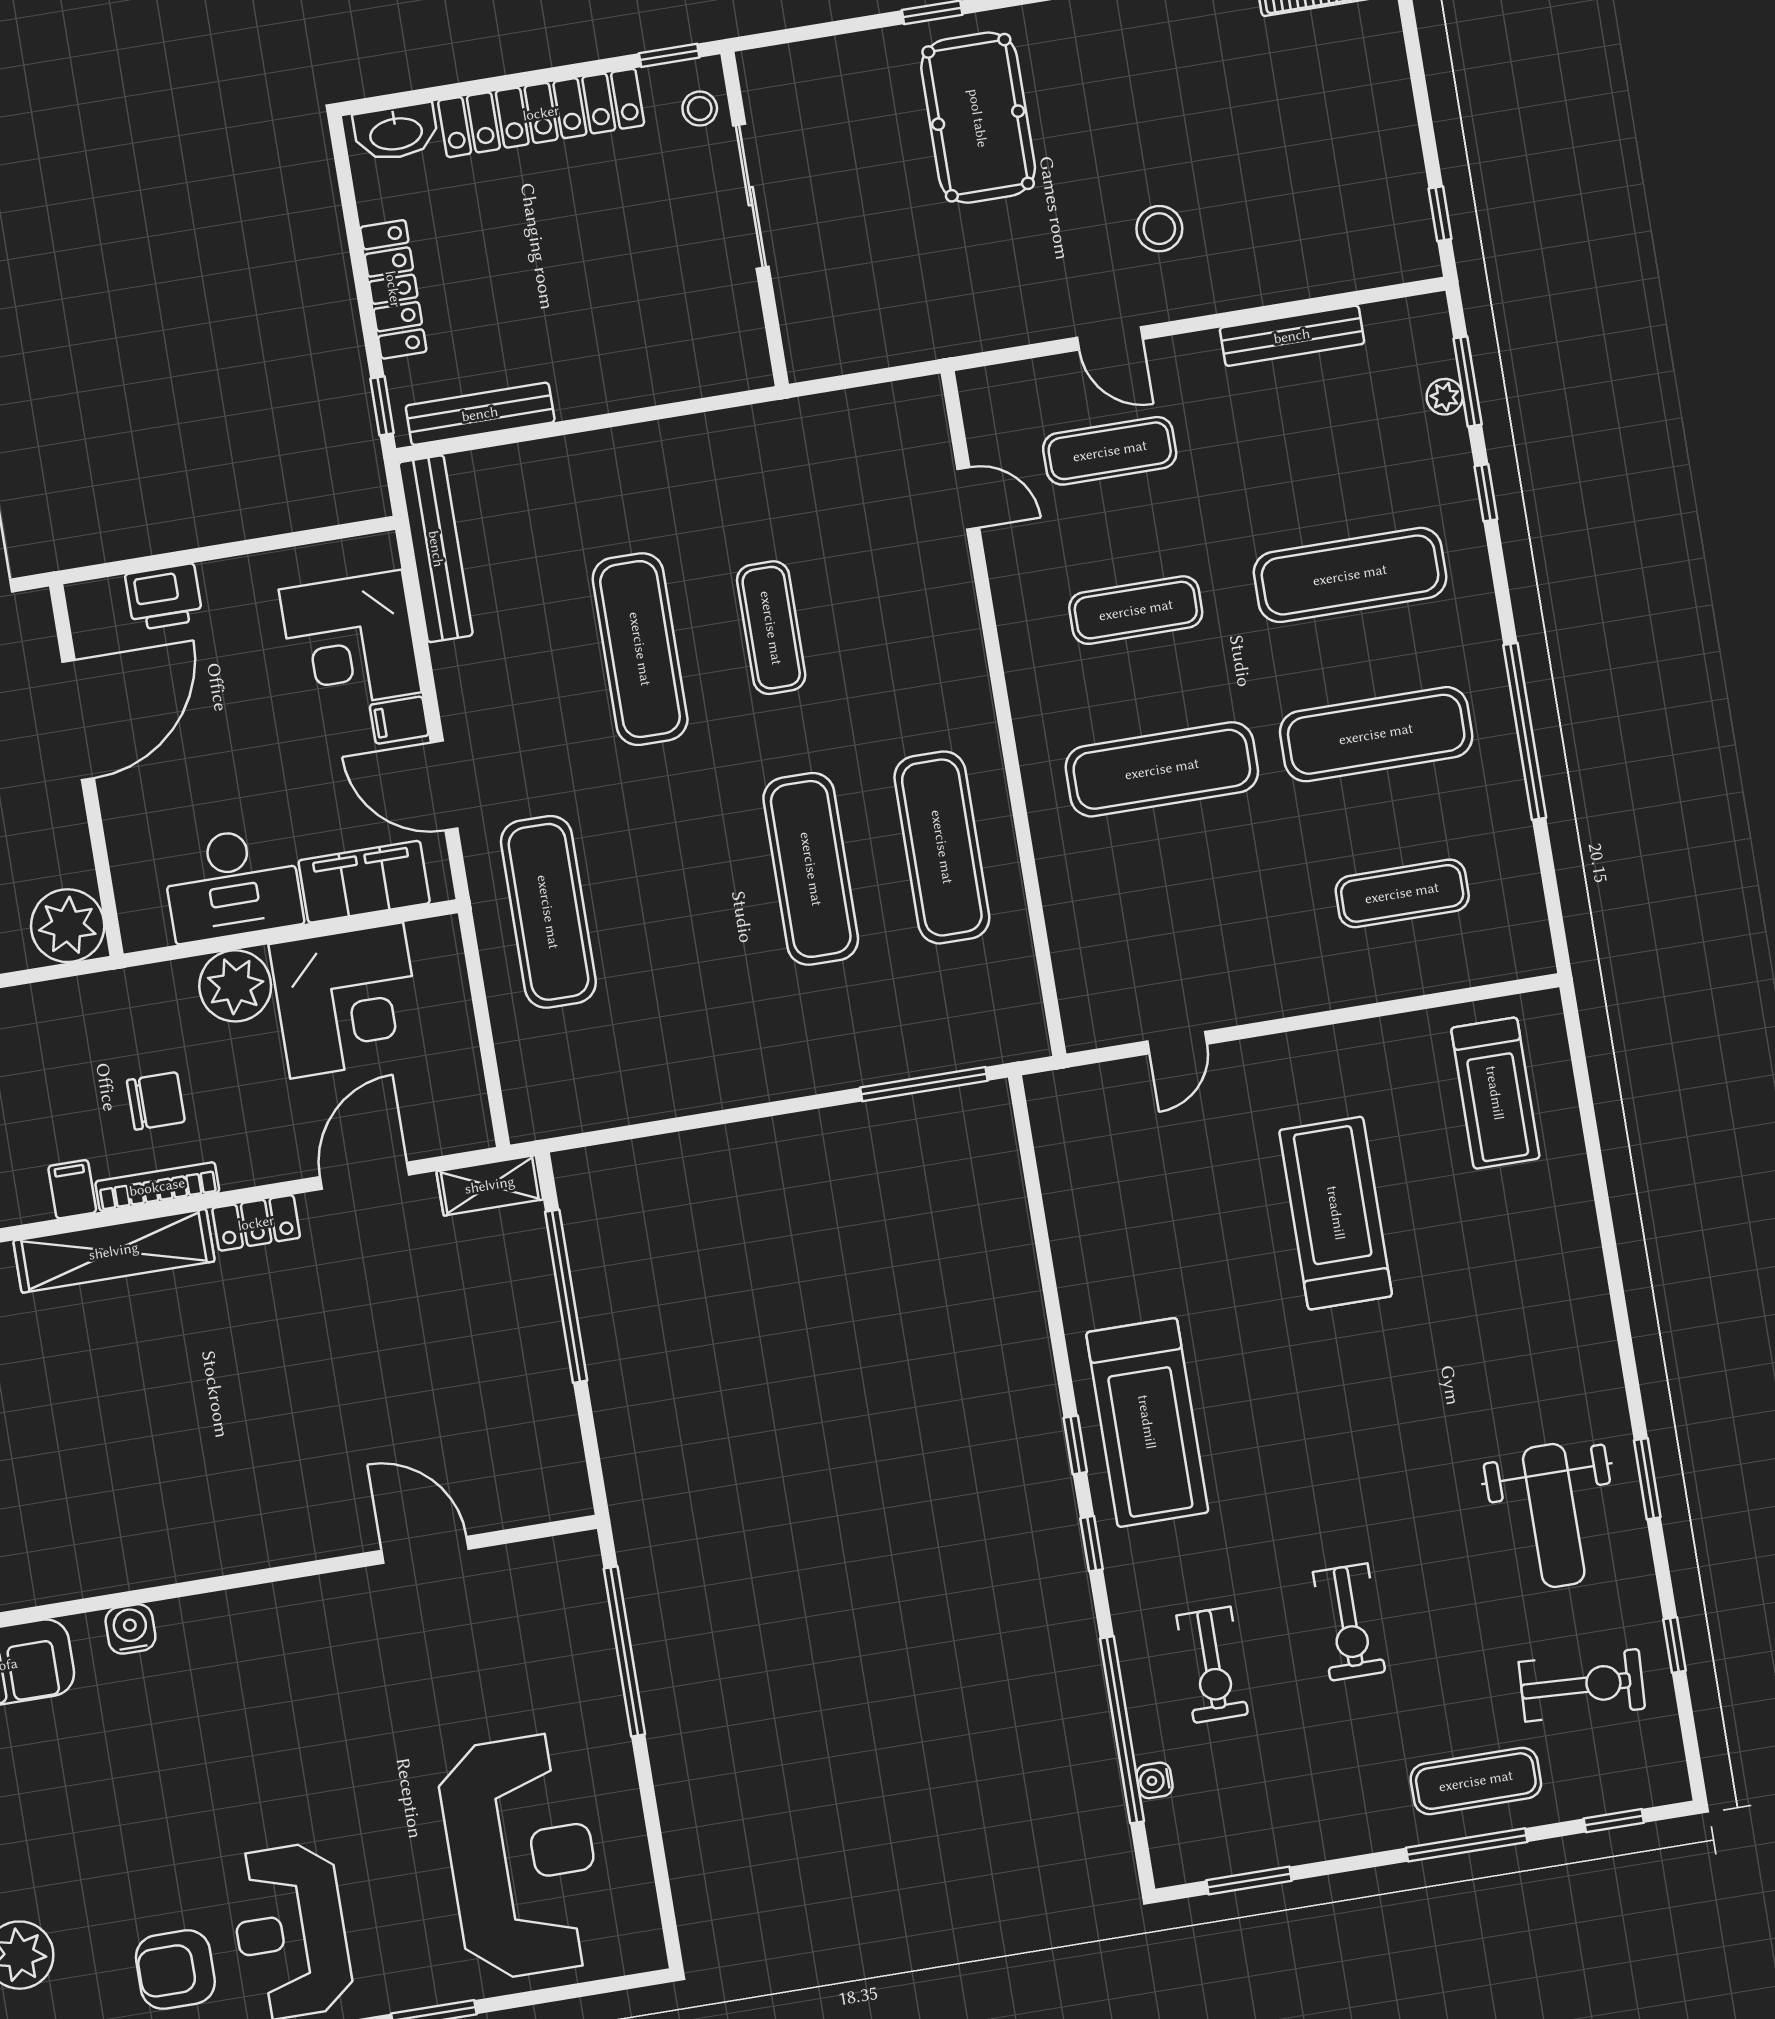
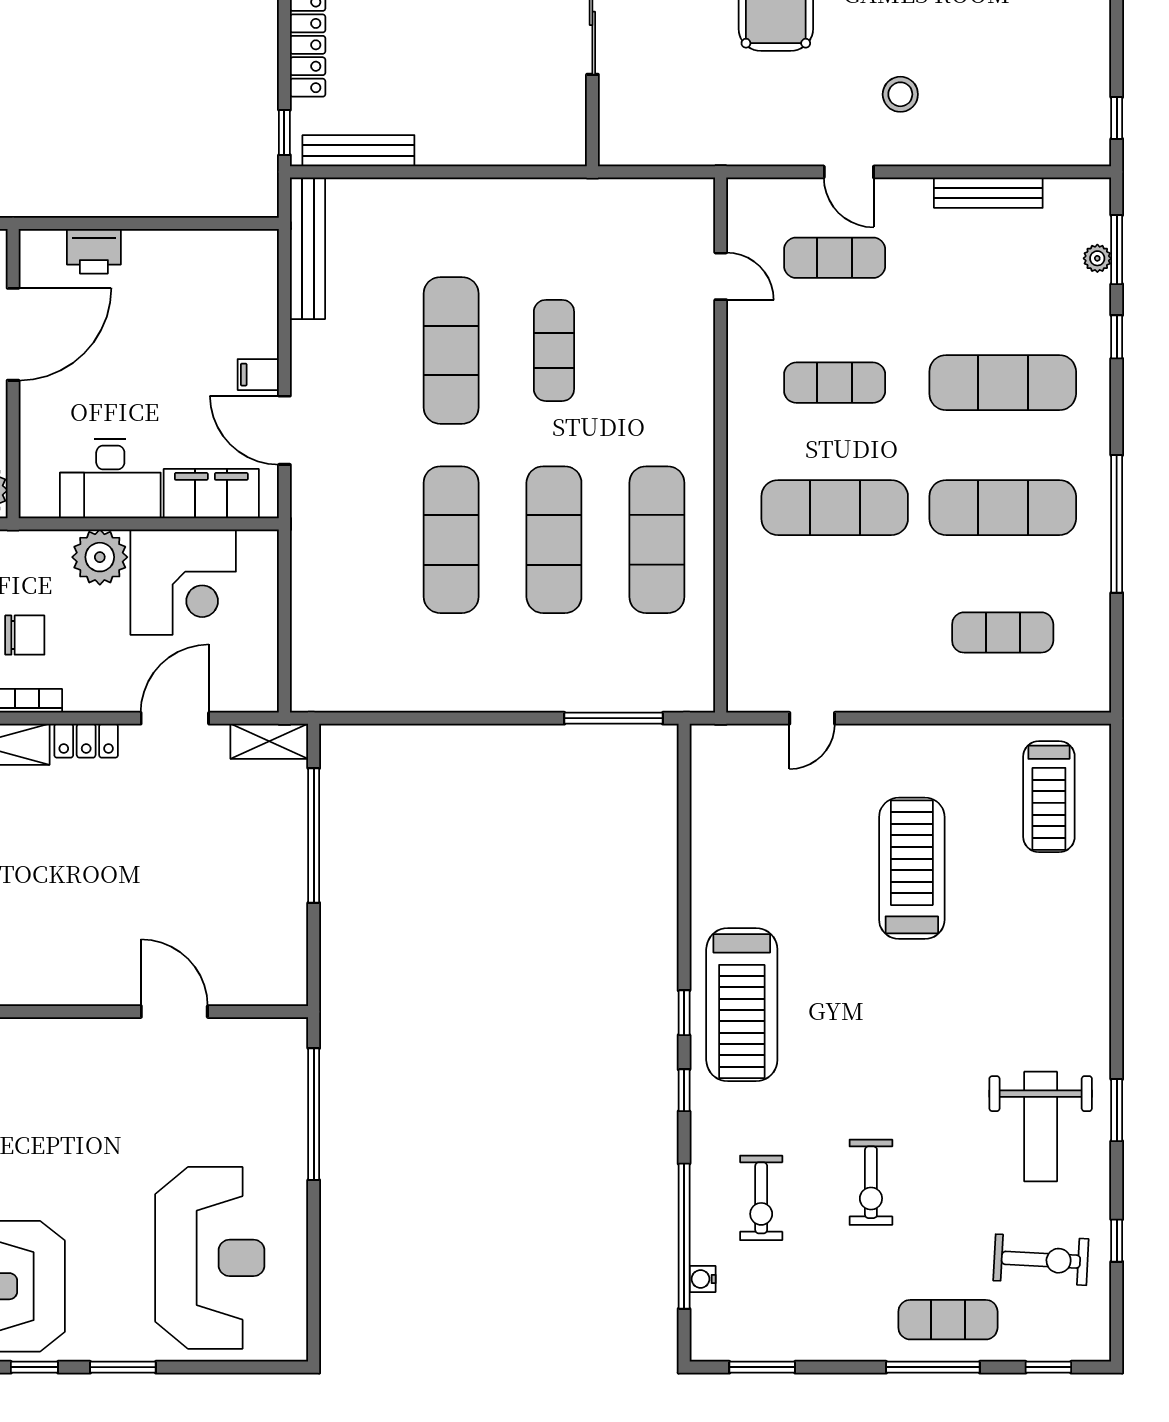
corner desk: (350, 641) -> (231, 308), removed
exercise mat: (548, 912) -> (451, 540), moved

